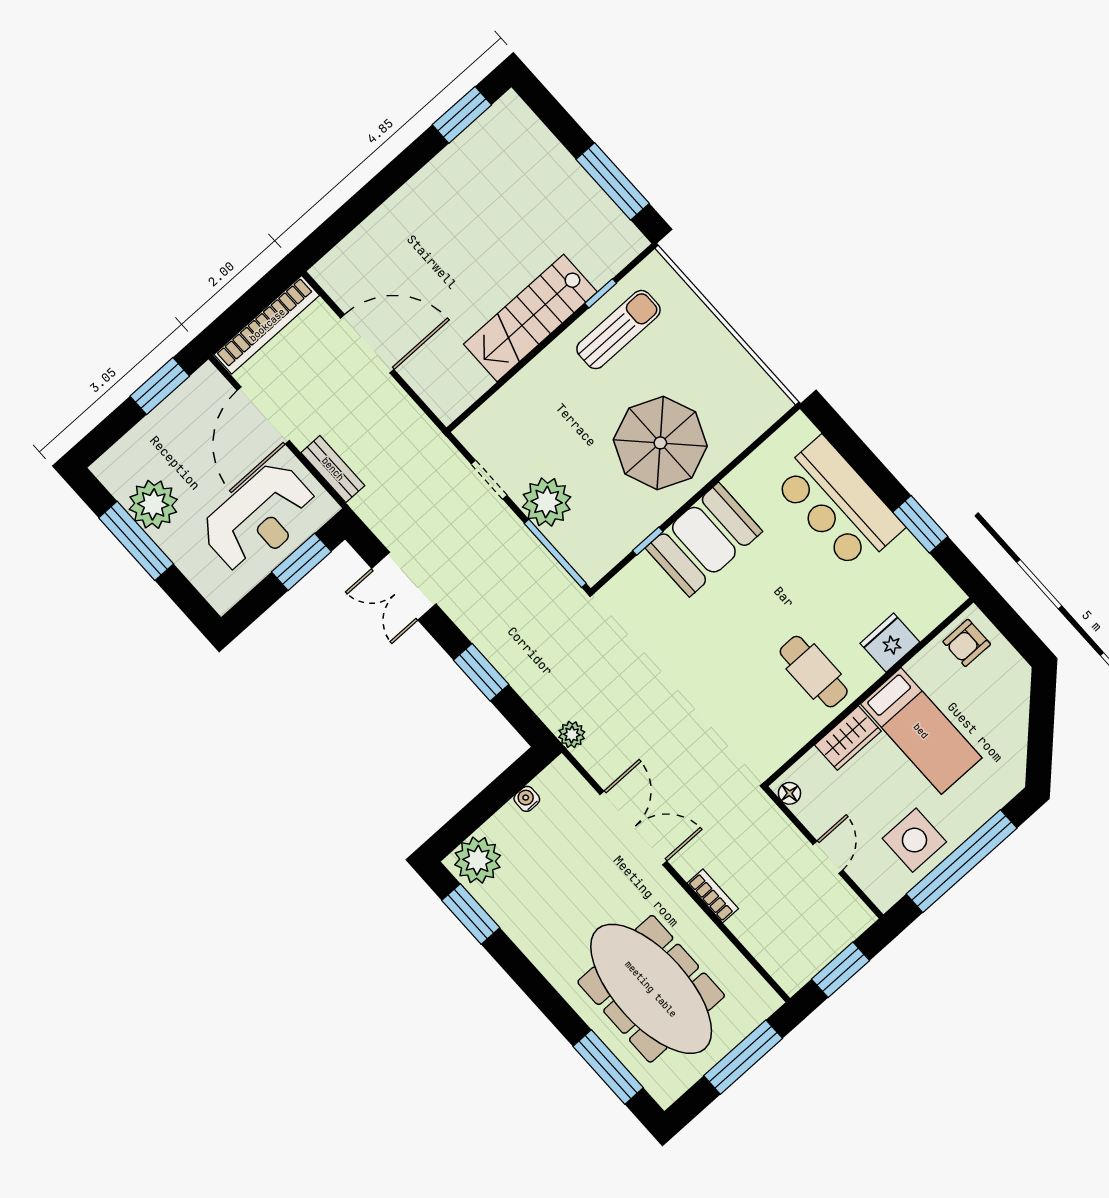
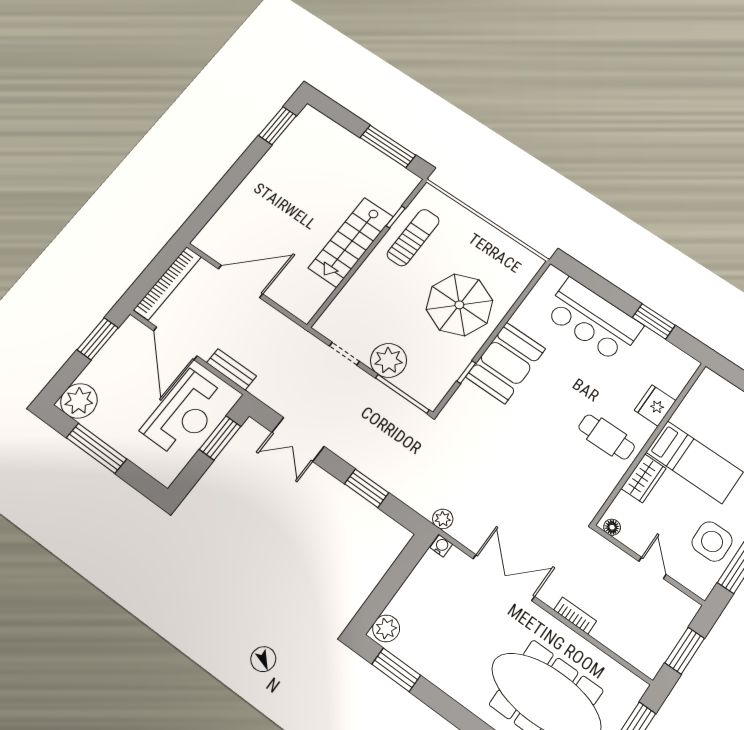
plant: (153, 504) -> (79, 401), moved
armchair: (967, 643) -> (709, 394), removed
water cooler: (527, 799) -> (441, 546), moved, turned 90
plant: (478, 860) -> (386, 628), width x0.73, depth x0.73

